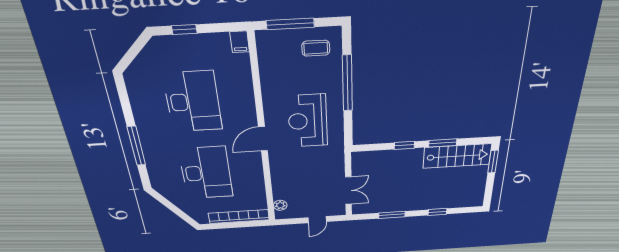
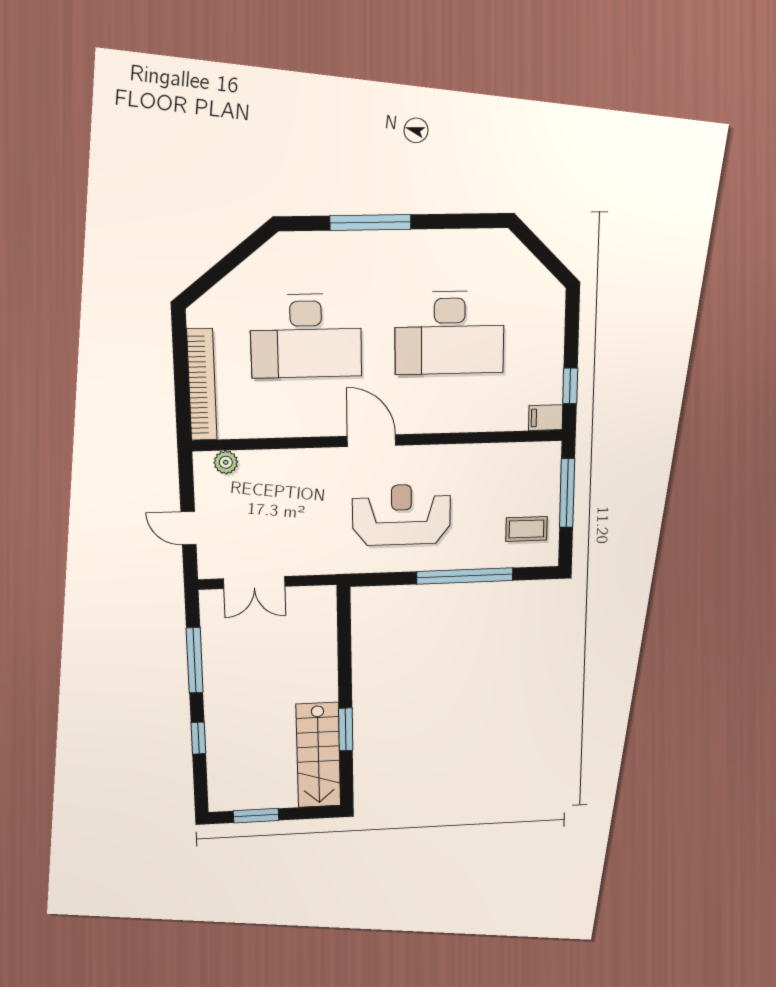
window: (184, 30) -> (570, 386), moved
coffee table: (316, 48) -> (526, 529), turned 90
window: (404, 145) -> (345, 670), removed
window: (493, 162) -> (256, 816), moved
window: (392, 215) -> (195, 660), width x1.44

